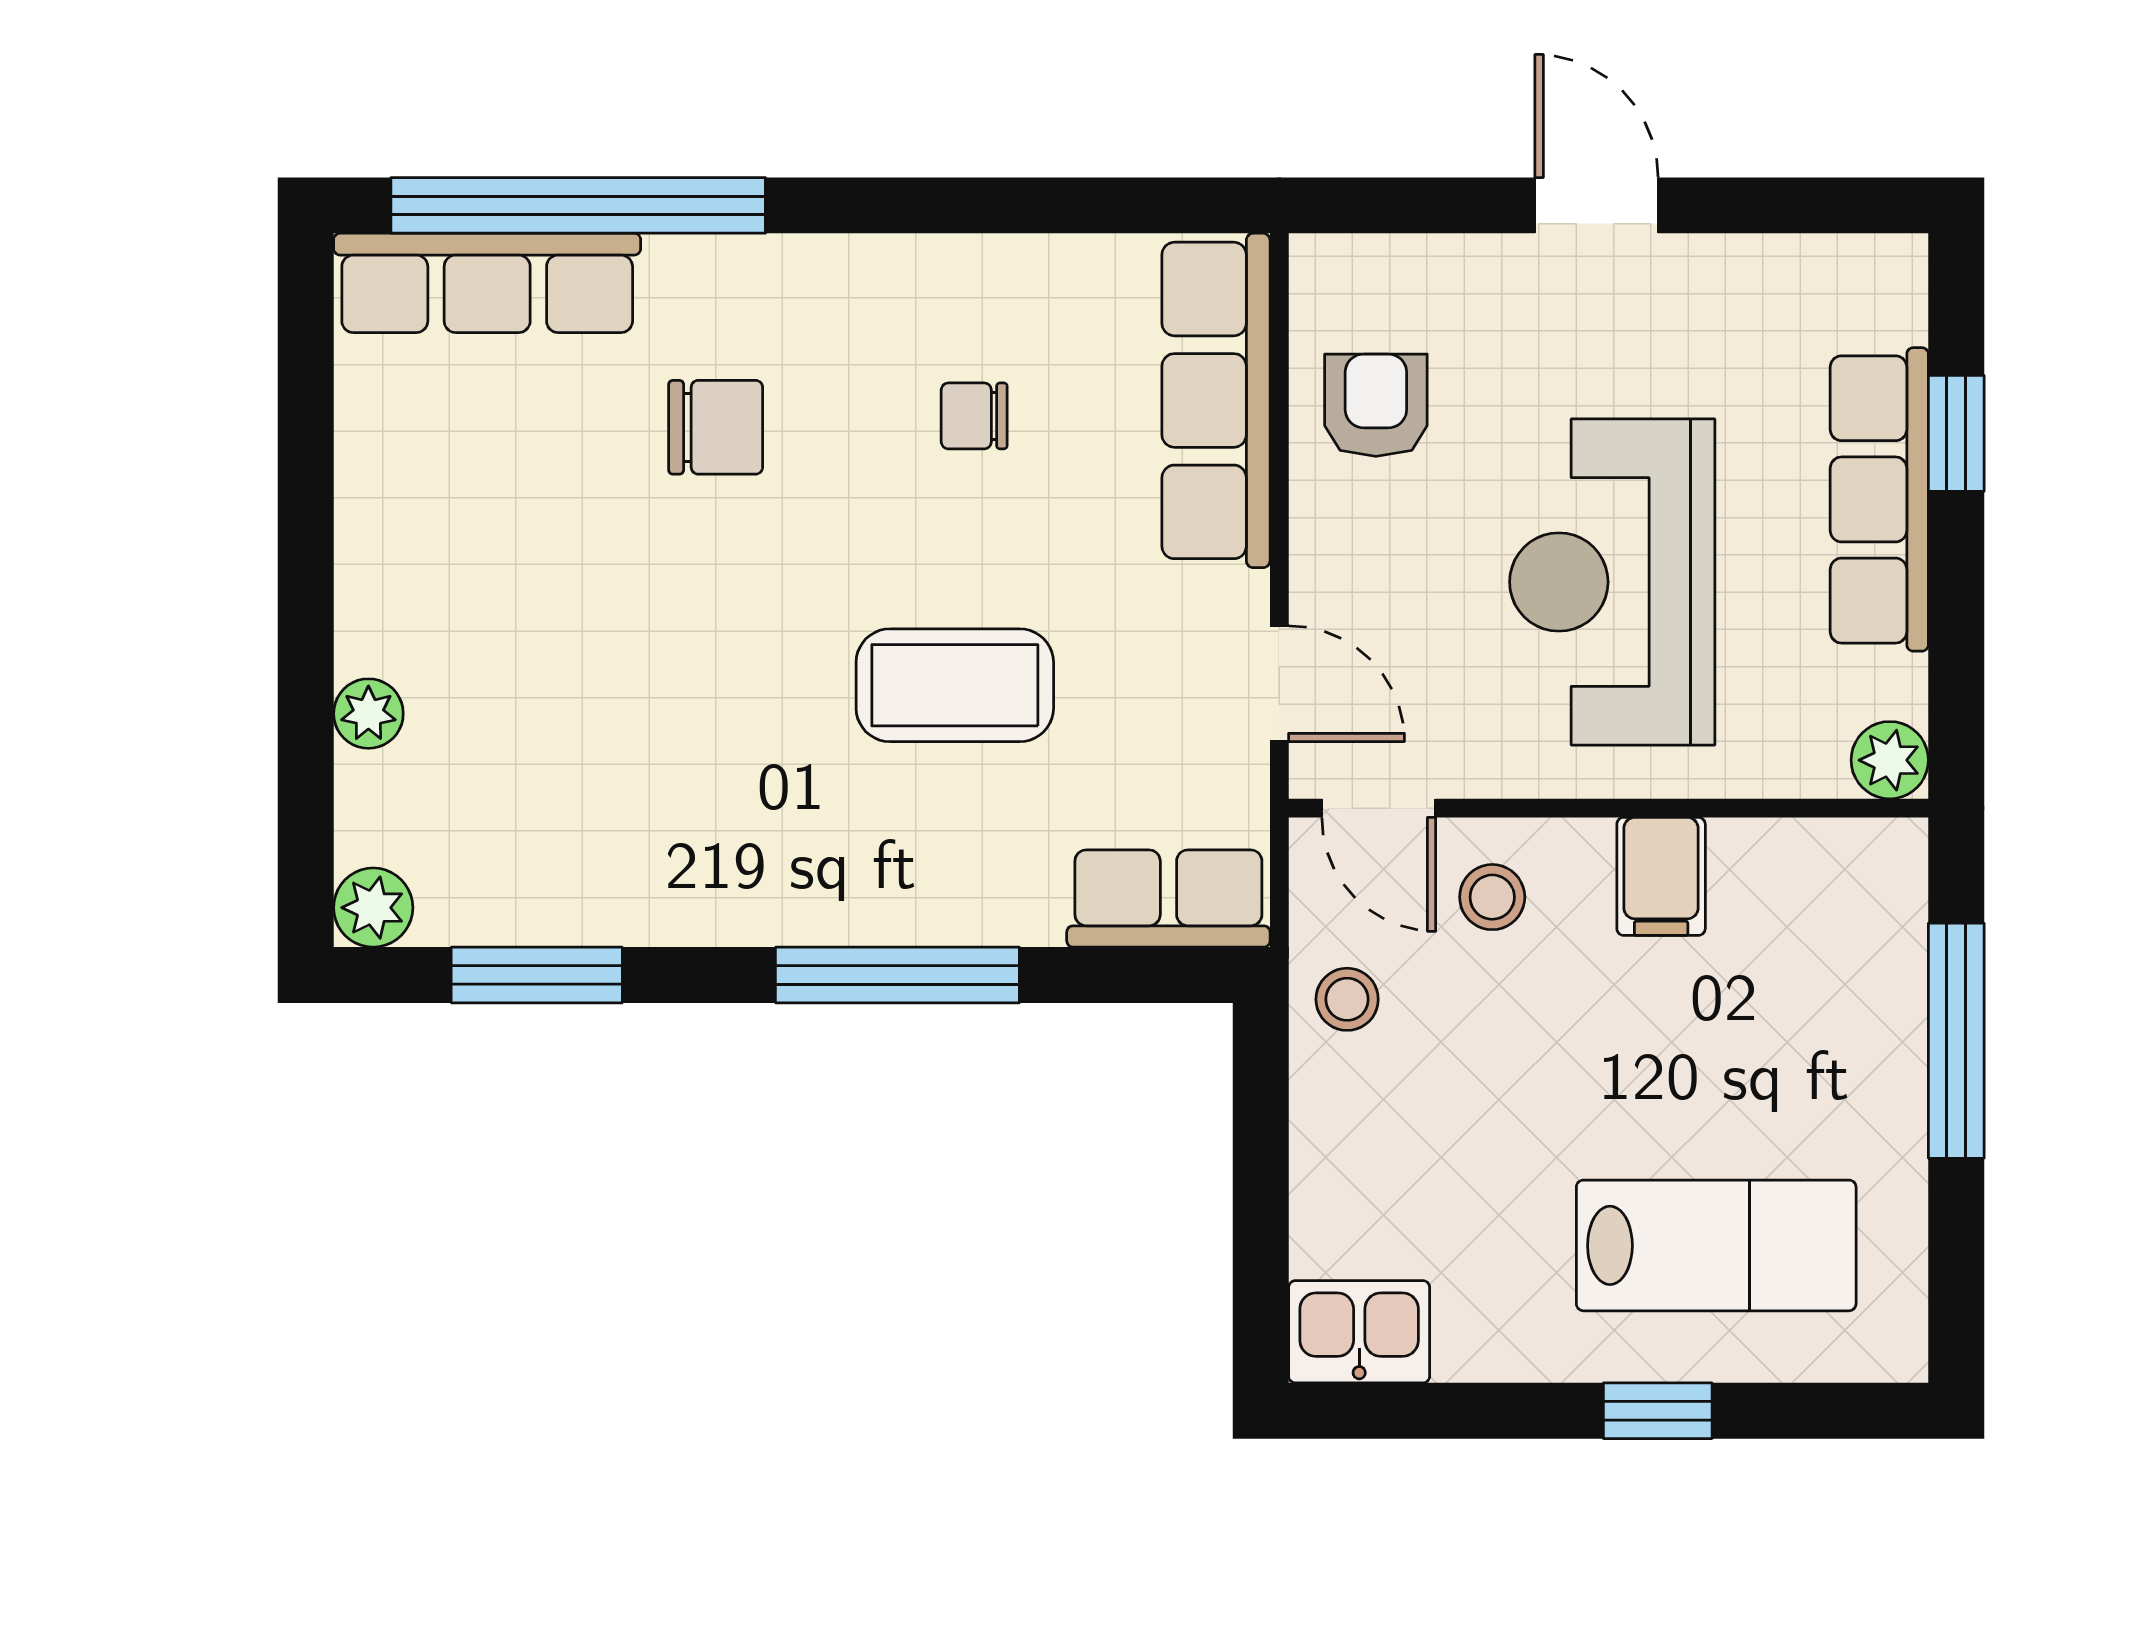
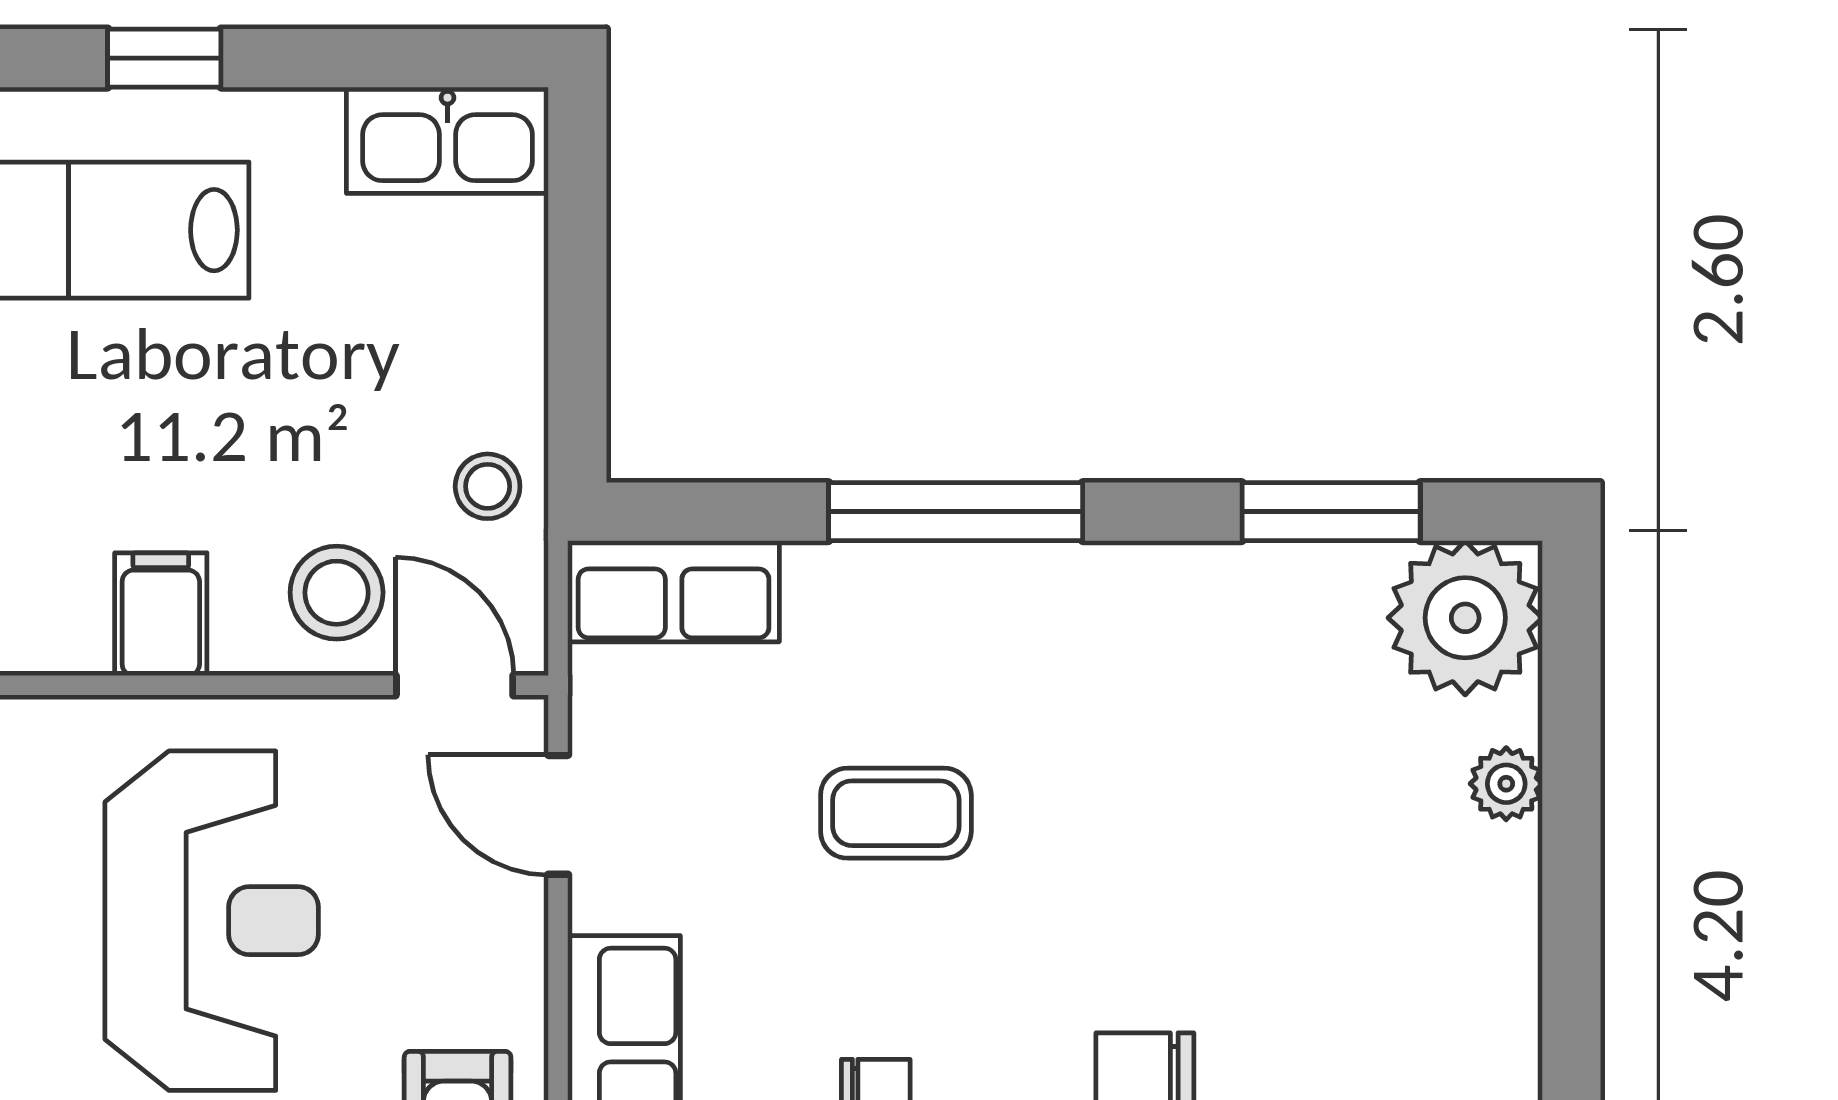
coffee table: (955, 685) -> (896, 813), width x0.73, depth x0.77
stool: (1492, 897) -> (337, 593), width x1.37, depth x1.37
plant: (373, 908) -> (1465, 618), width x1.87, depth x1.87
kitchen sink: (1359, 1332) -> (447, 140), width x1.38

